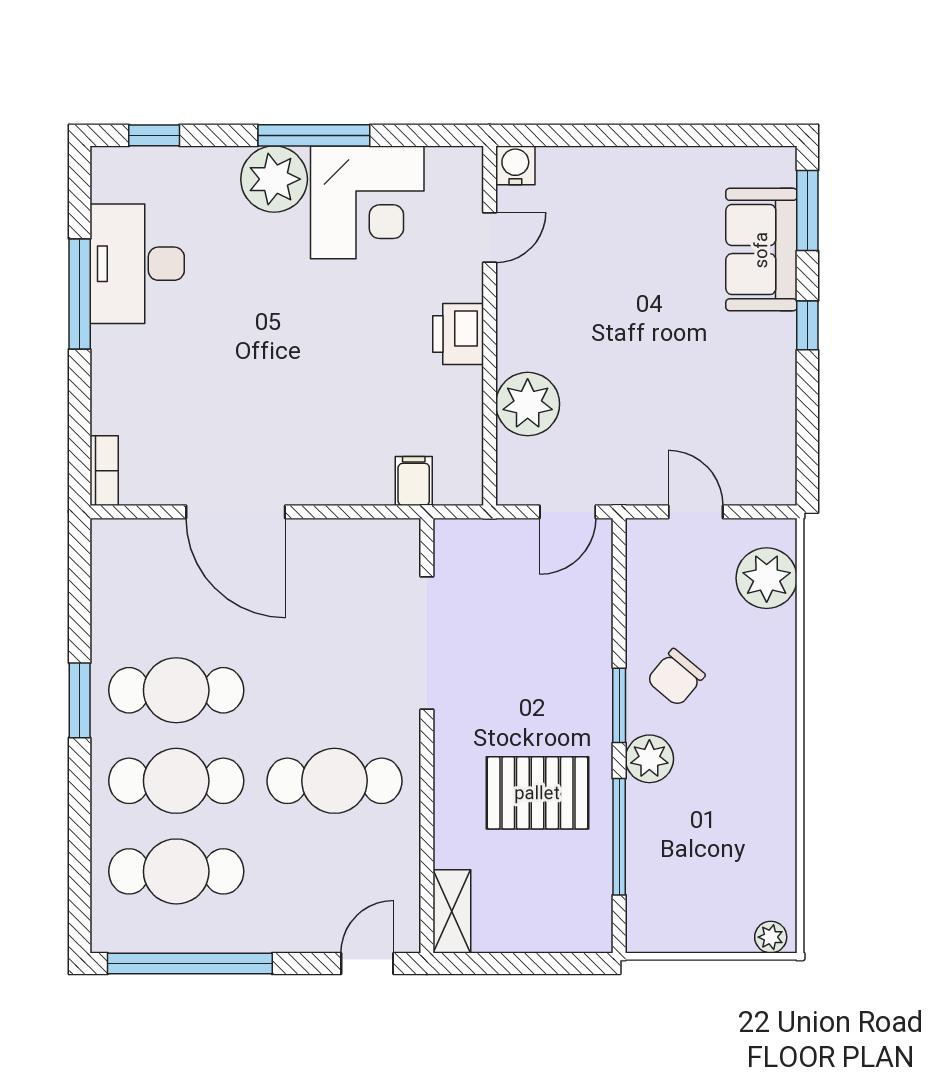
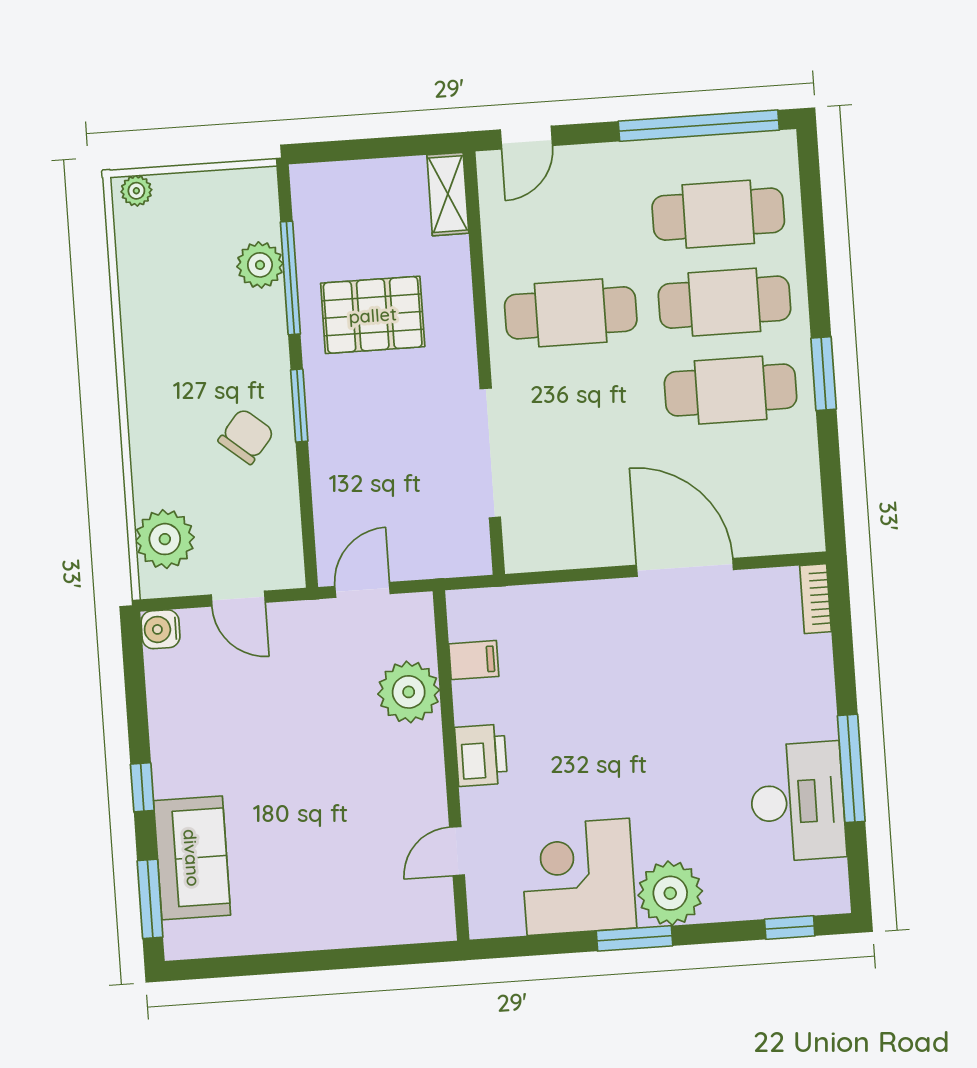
window: (314, 135) -> (635, 938), width x0.69
water cooler: (515, 165) -> (160, 629), moved, turned 90
filing cabinet: (414, 481) -> (474, 660), moved, turned -90
plant: (649, 759) -> (260, 265), moved

